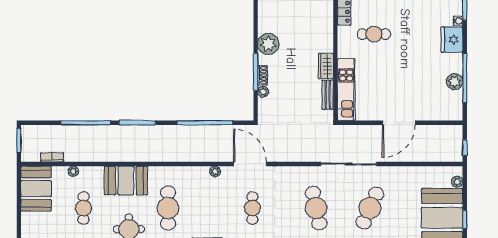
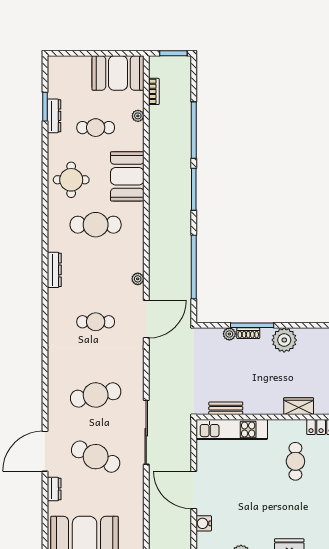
wardrobe: (326, 66) -> (299, 406), moved
water cooler: (428, 114) -> (204, 523), added

